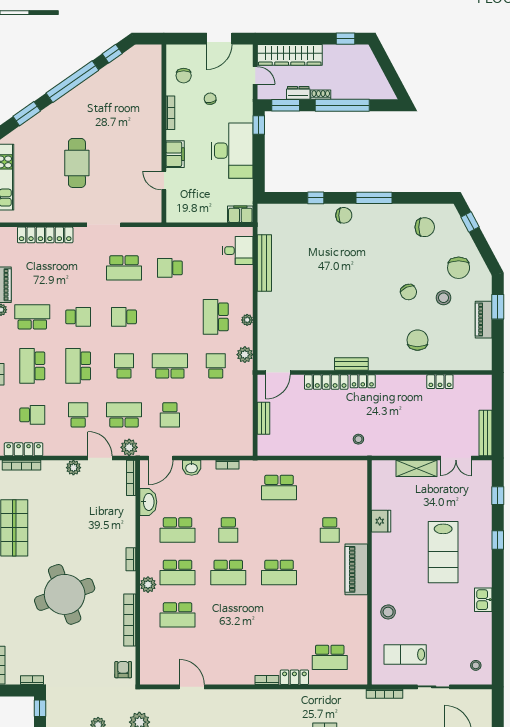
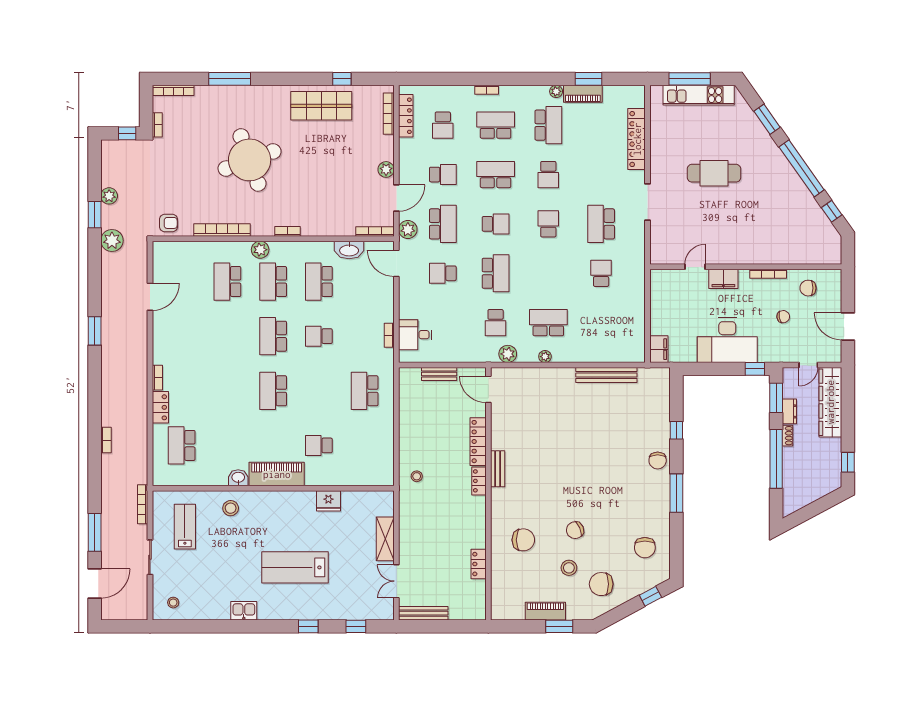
desk: (238, 251) -> (415, 335), moved, turned 90
school desk: (216, 366) -> (496, 323), turned 90
washbasin: (192, 468) -> (238, 478), moved, turned 90

